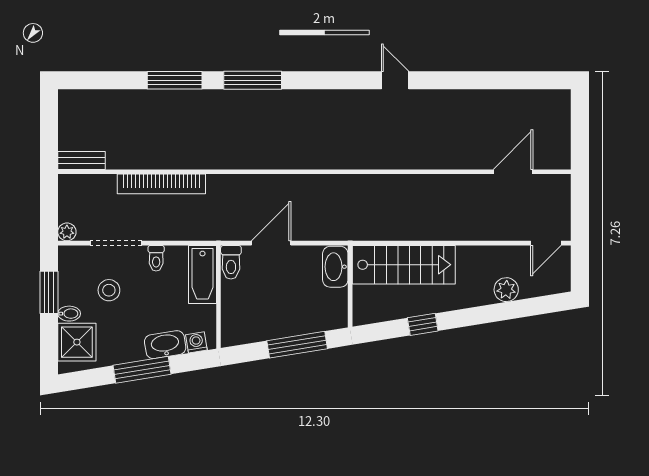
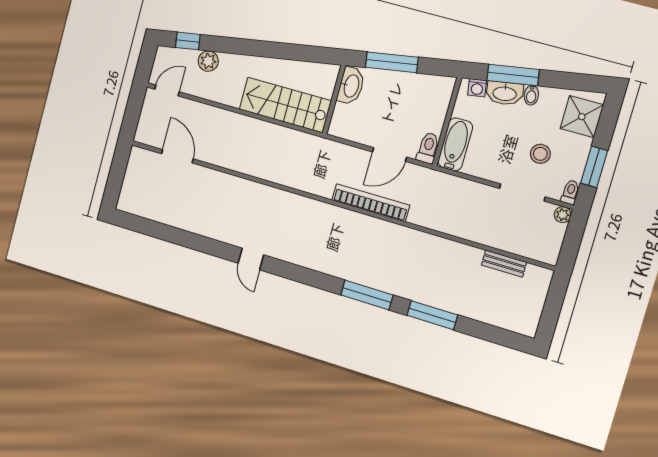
bench: (82, 160) -> (504, 264), moved
door: (513, 172) -> (177, 156), swing flipped
bookcase: (161, 184) -> (371, 203), moved
toilet: (156, 258) -> (570, 192), moved
washbasin: (335, 267) -> (351, 86), moved
bidet: (69, 314) -> (531, 95), moved, turned -99
window: (423, 324) -> (188, 41), moved
window: (142, 370) -> (513, 75), moved

